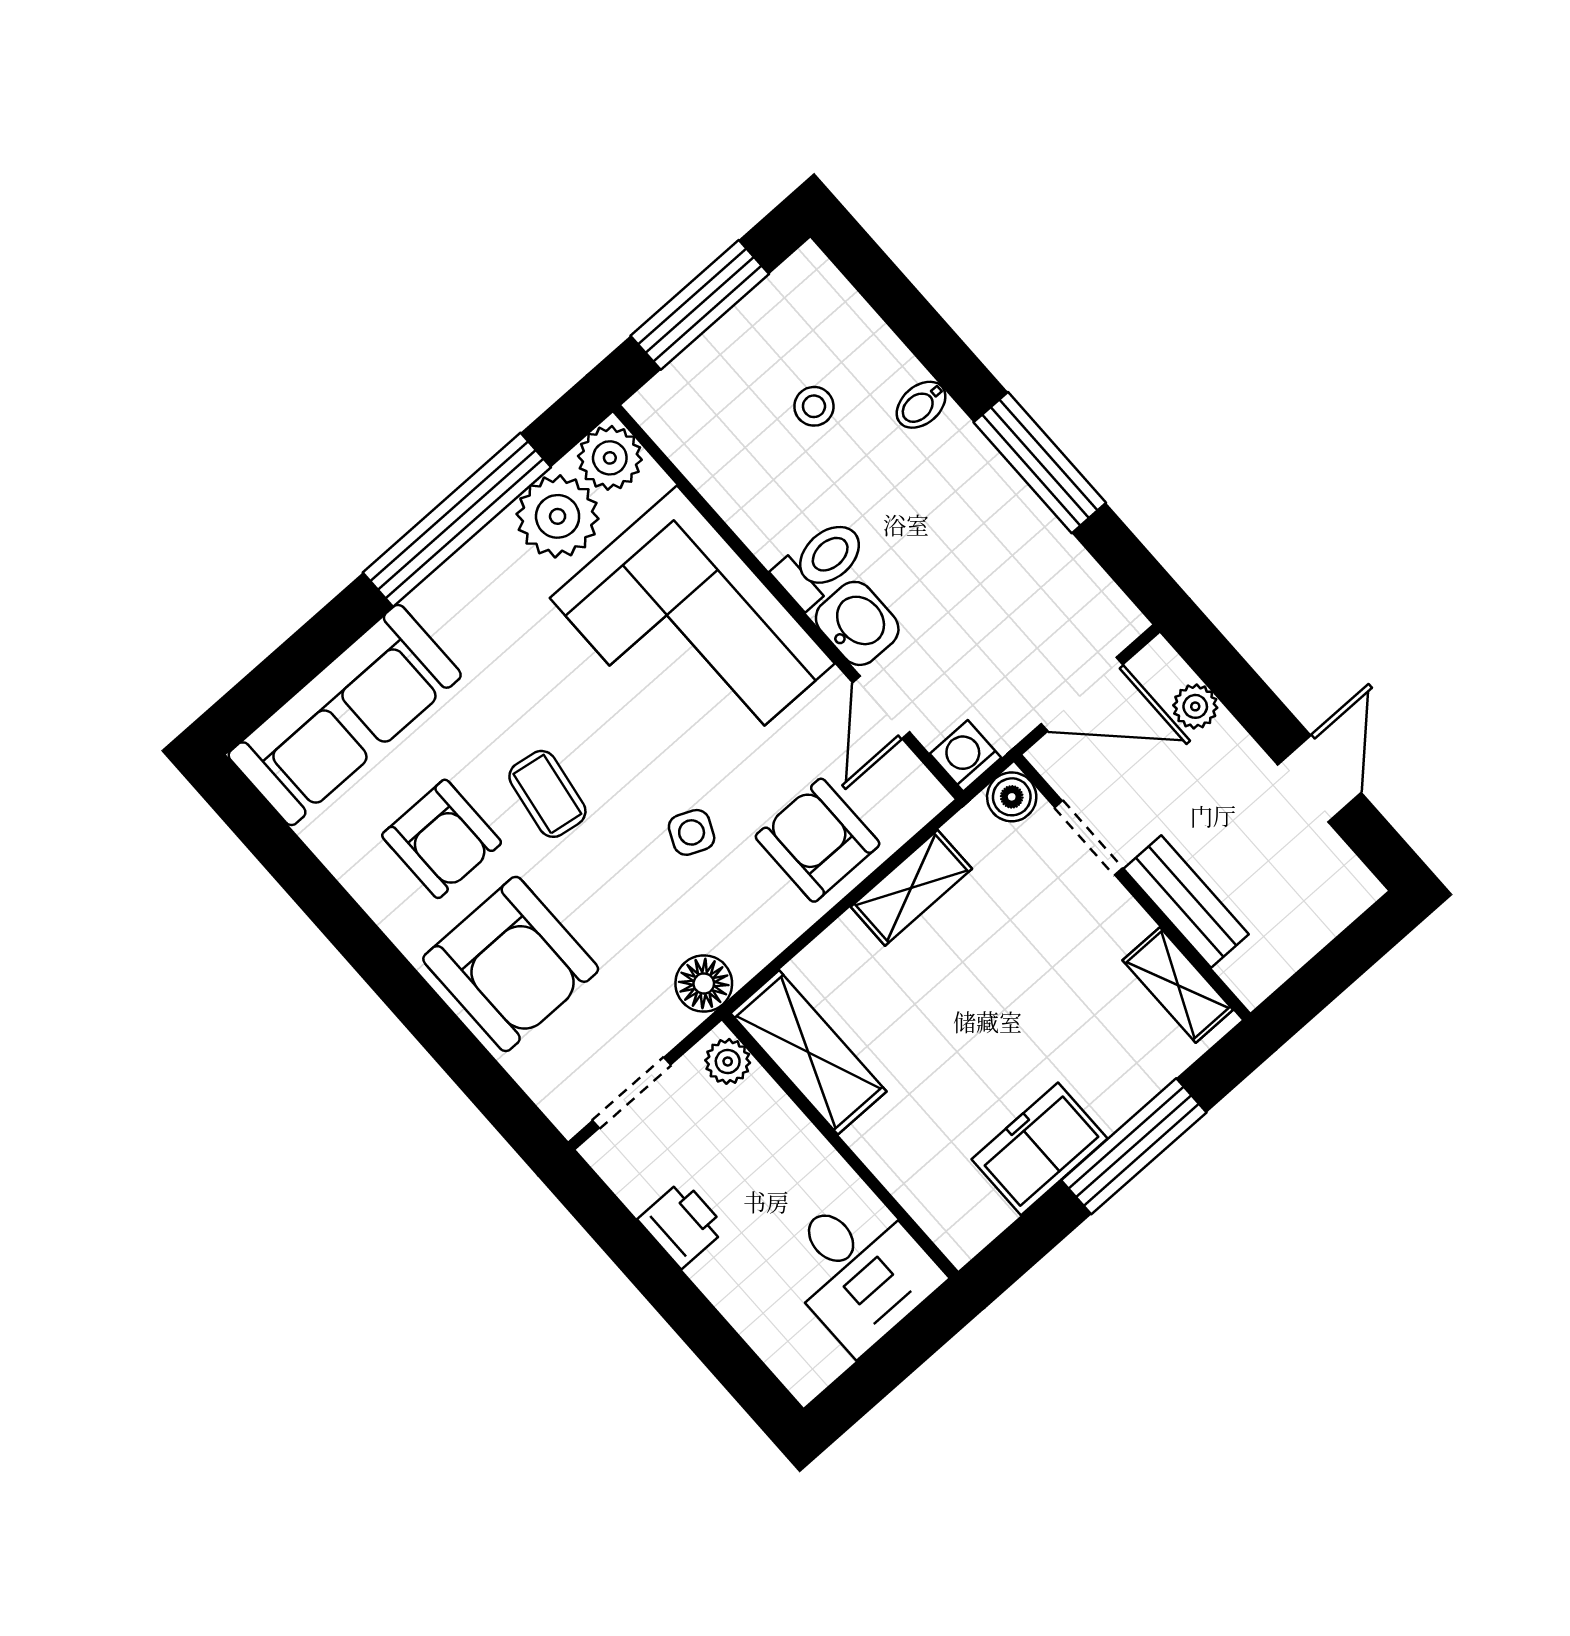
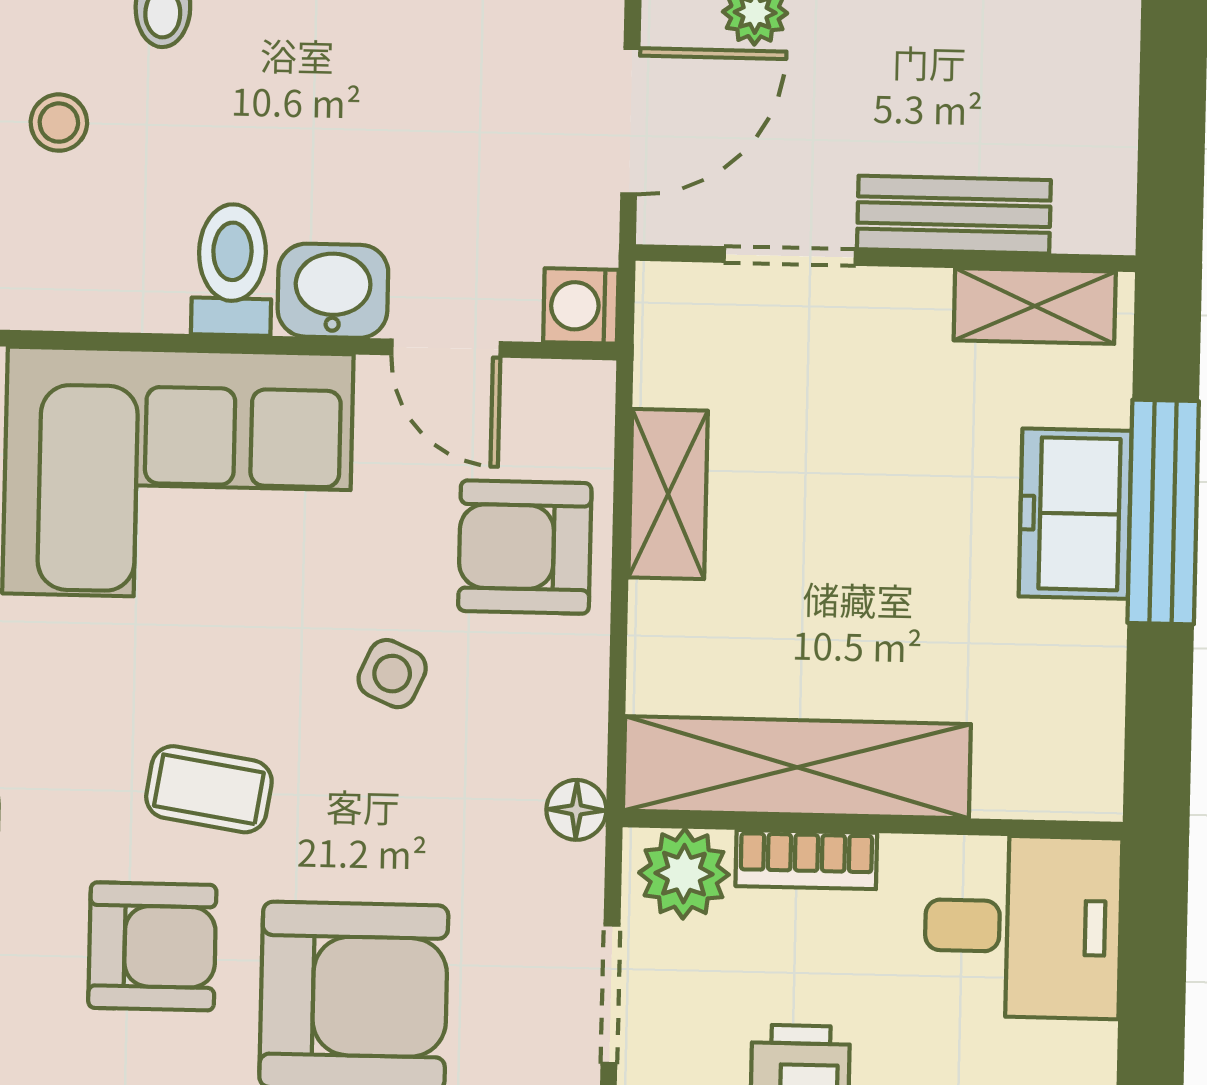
boiler: (1012, 797) -> (670, 297), removed
floor lamp: (704, 983) -> (576, 810), width x0.73, depth x0.73
shelving: (808, 1052) -> (797, 767), width x1.47
plant: (728, 1061) -> (684, 874), width x1.38, depth x1.38
bookcase: (791, 1129) -> (806, 859), added
freezer: (1039, 1149) -> (1075, 514), moved

